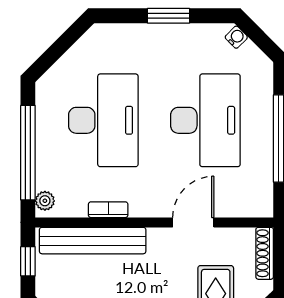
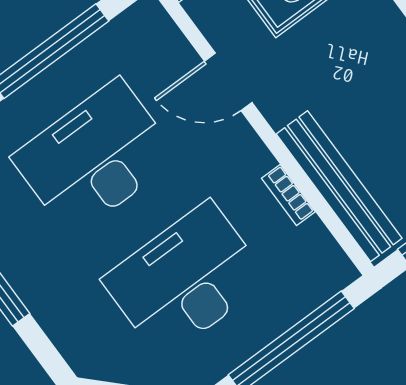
plant: (45, 201) -> (334, 279), removed

